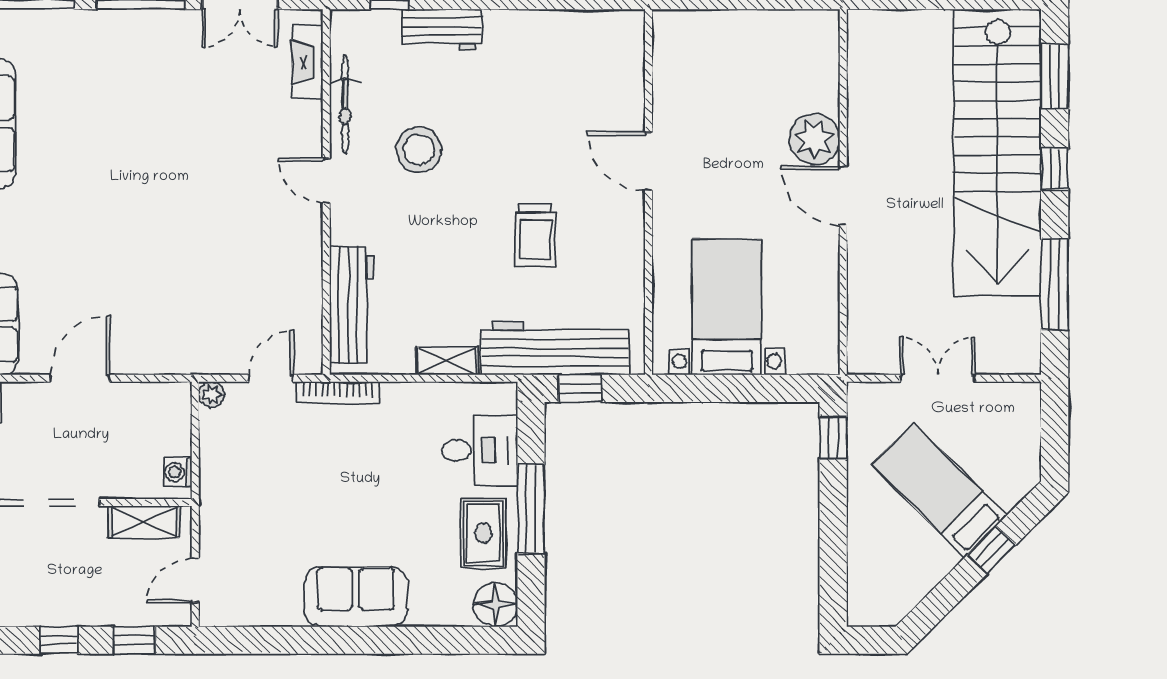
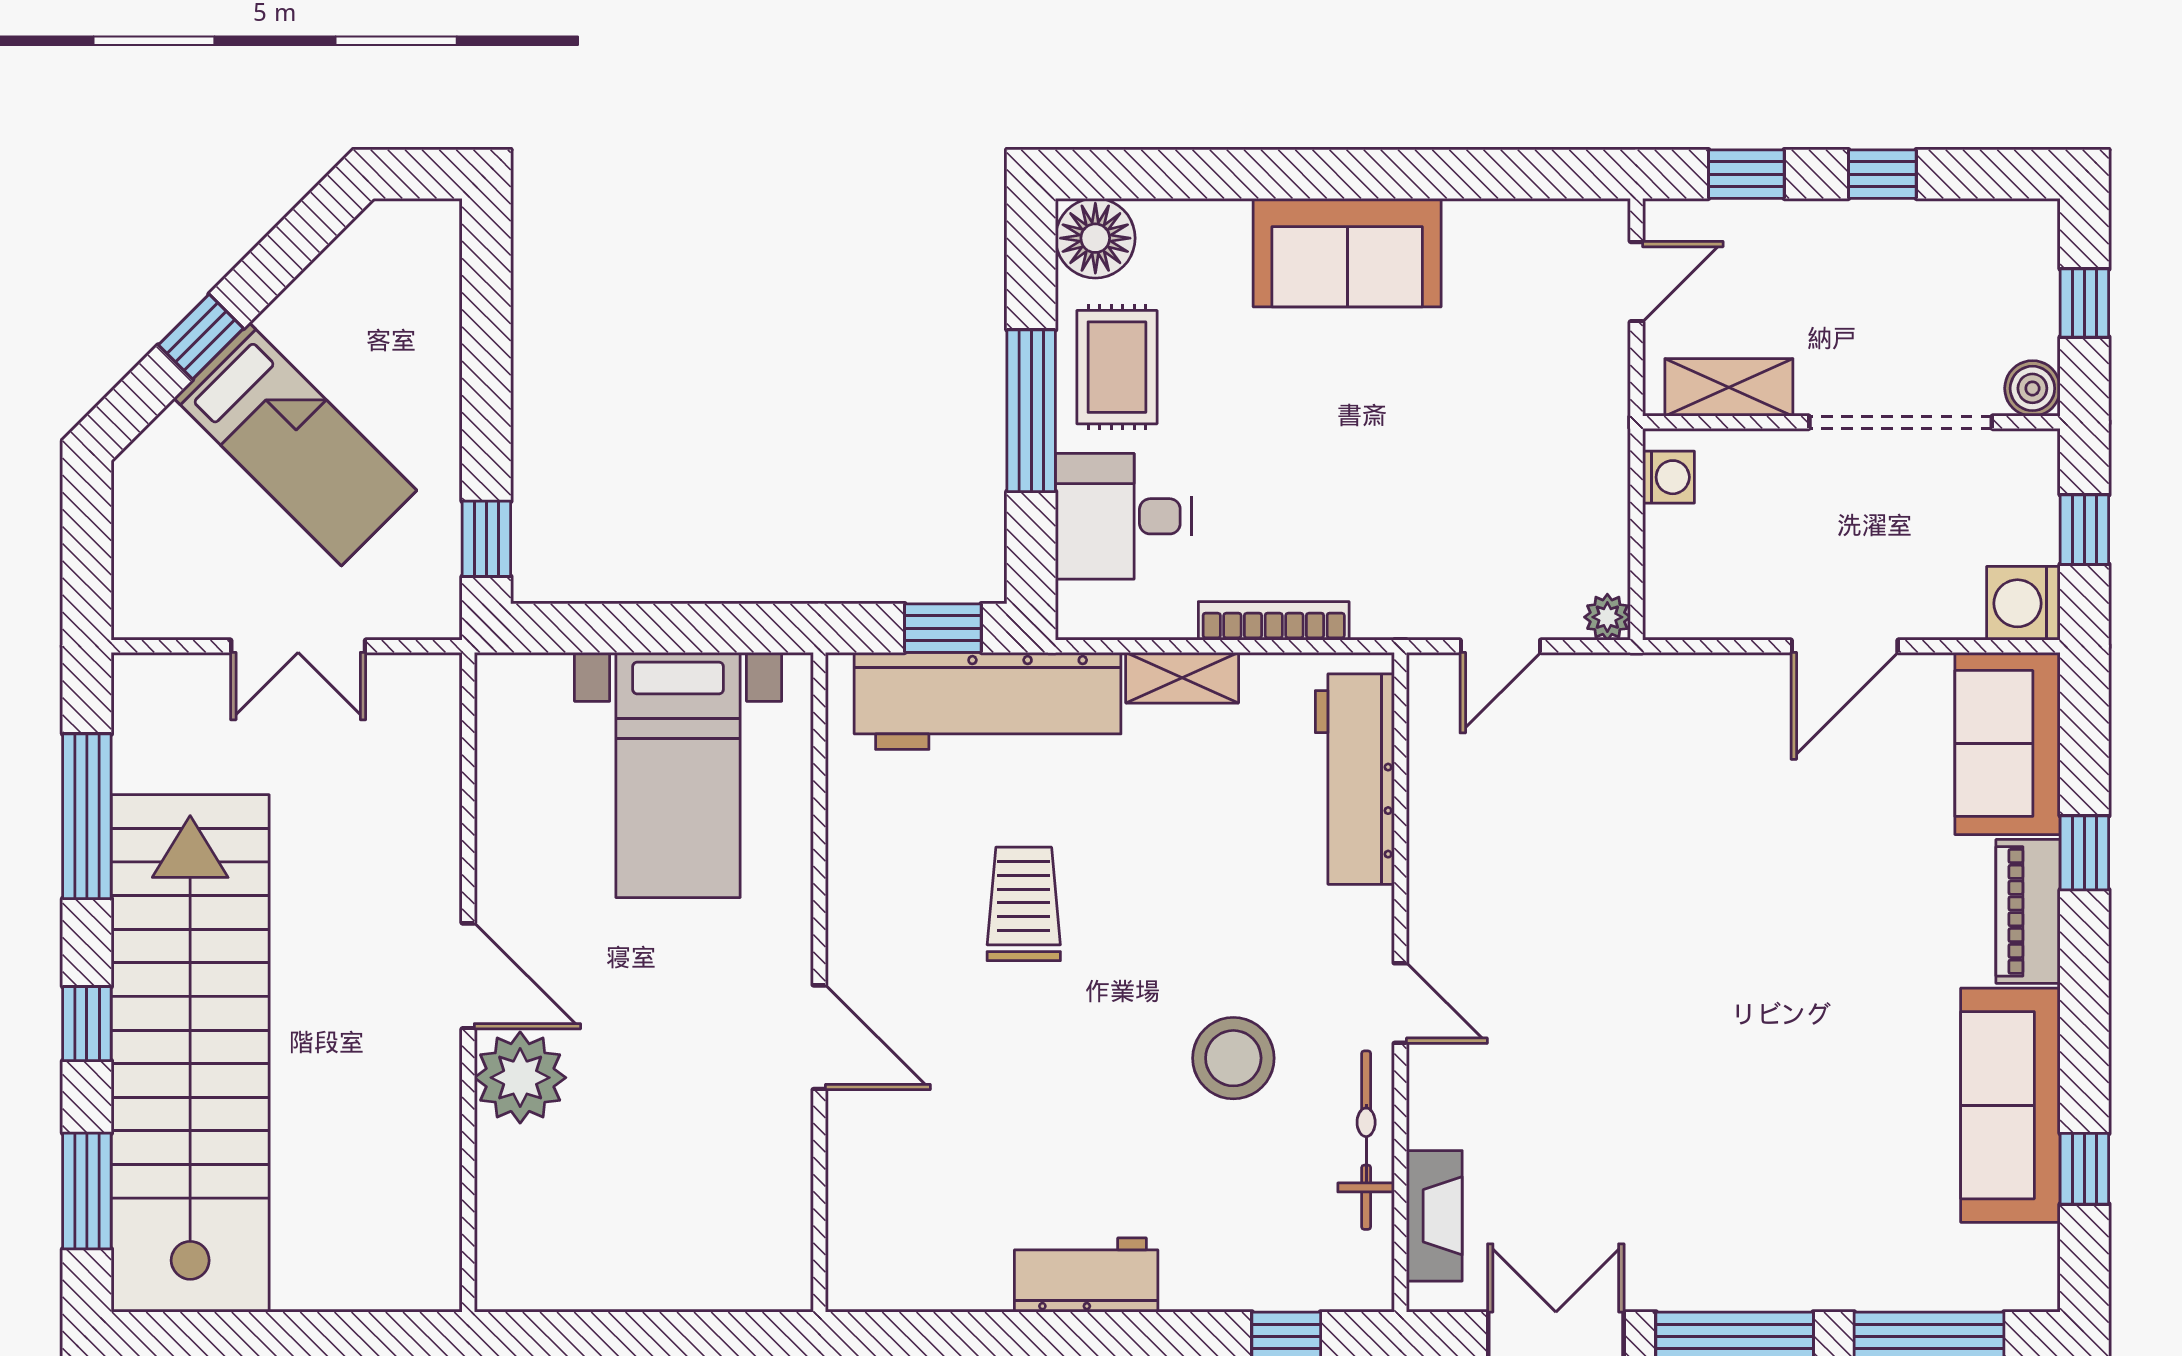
workbench: (442, 30) -> (1086, 1275), moved
bookcase: (337, 392) -> (1274, 621), moved

